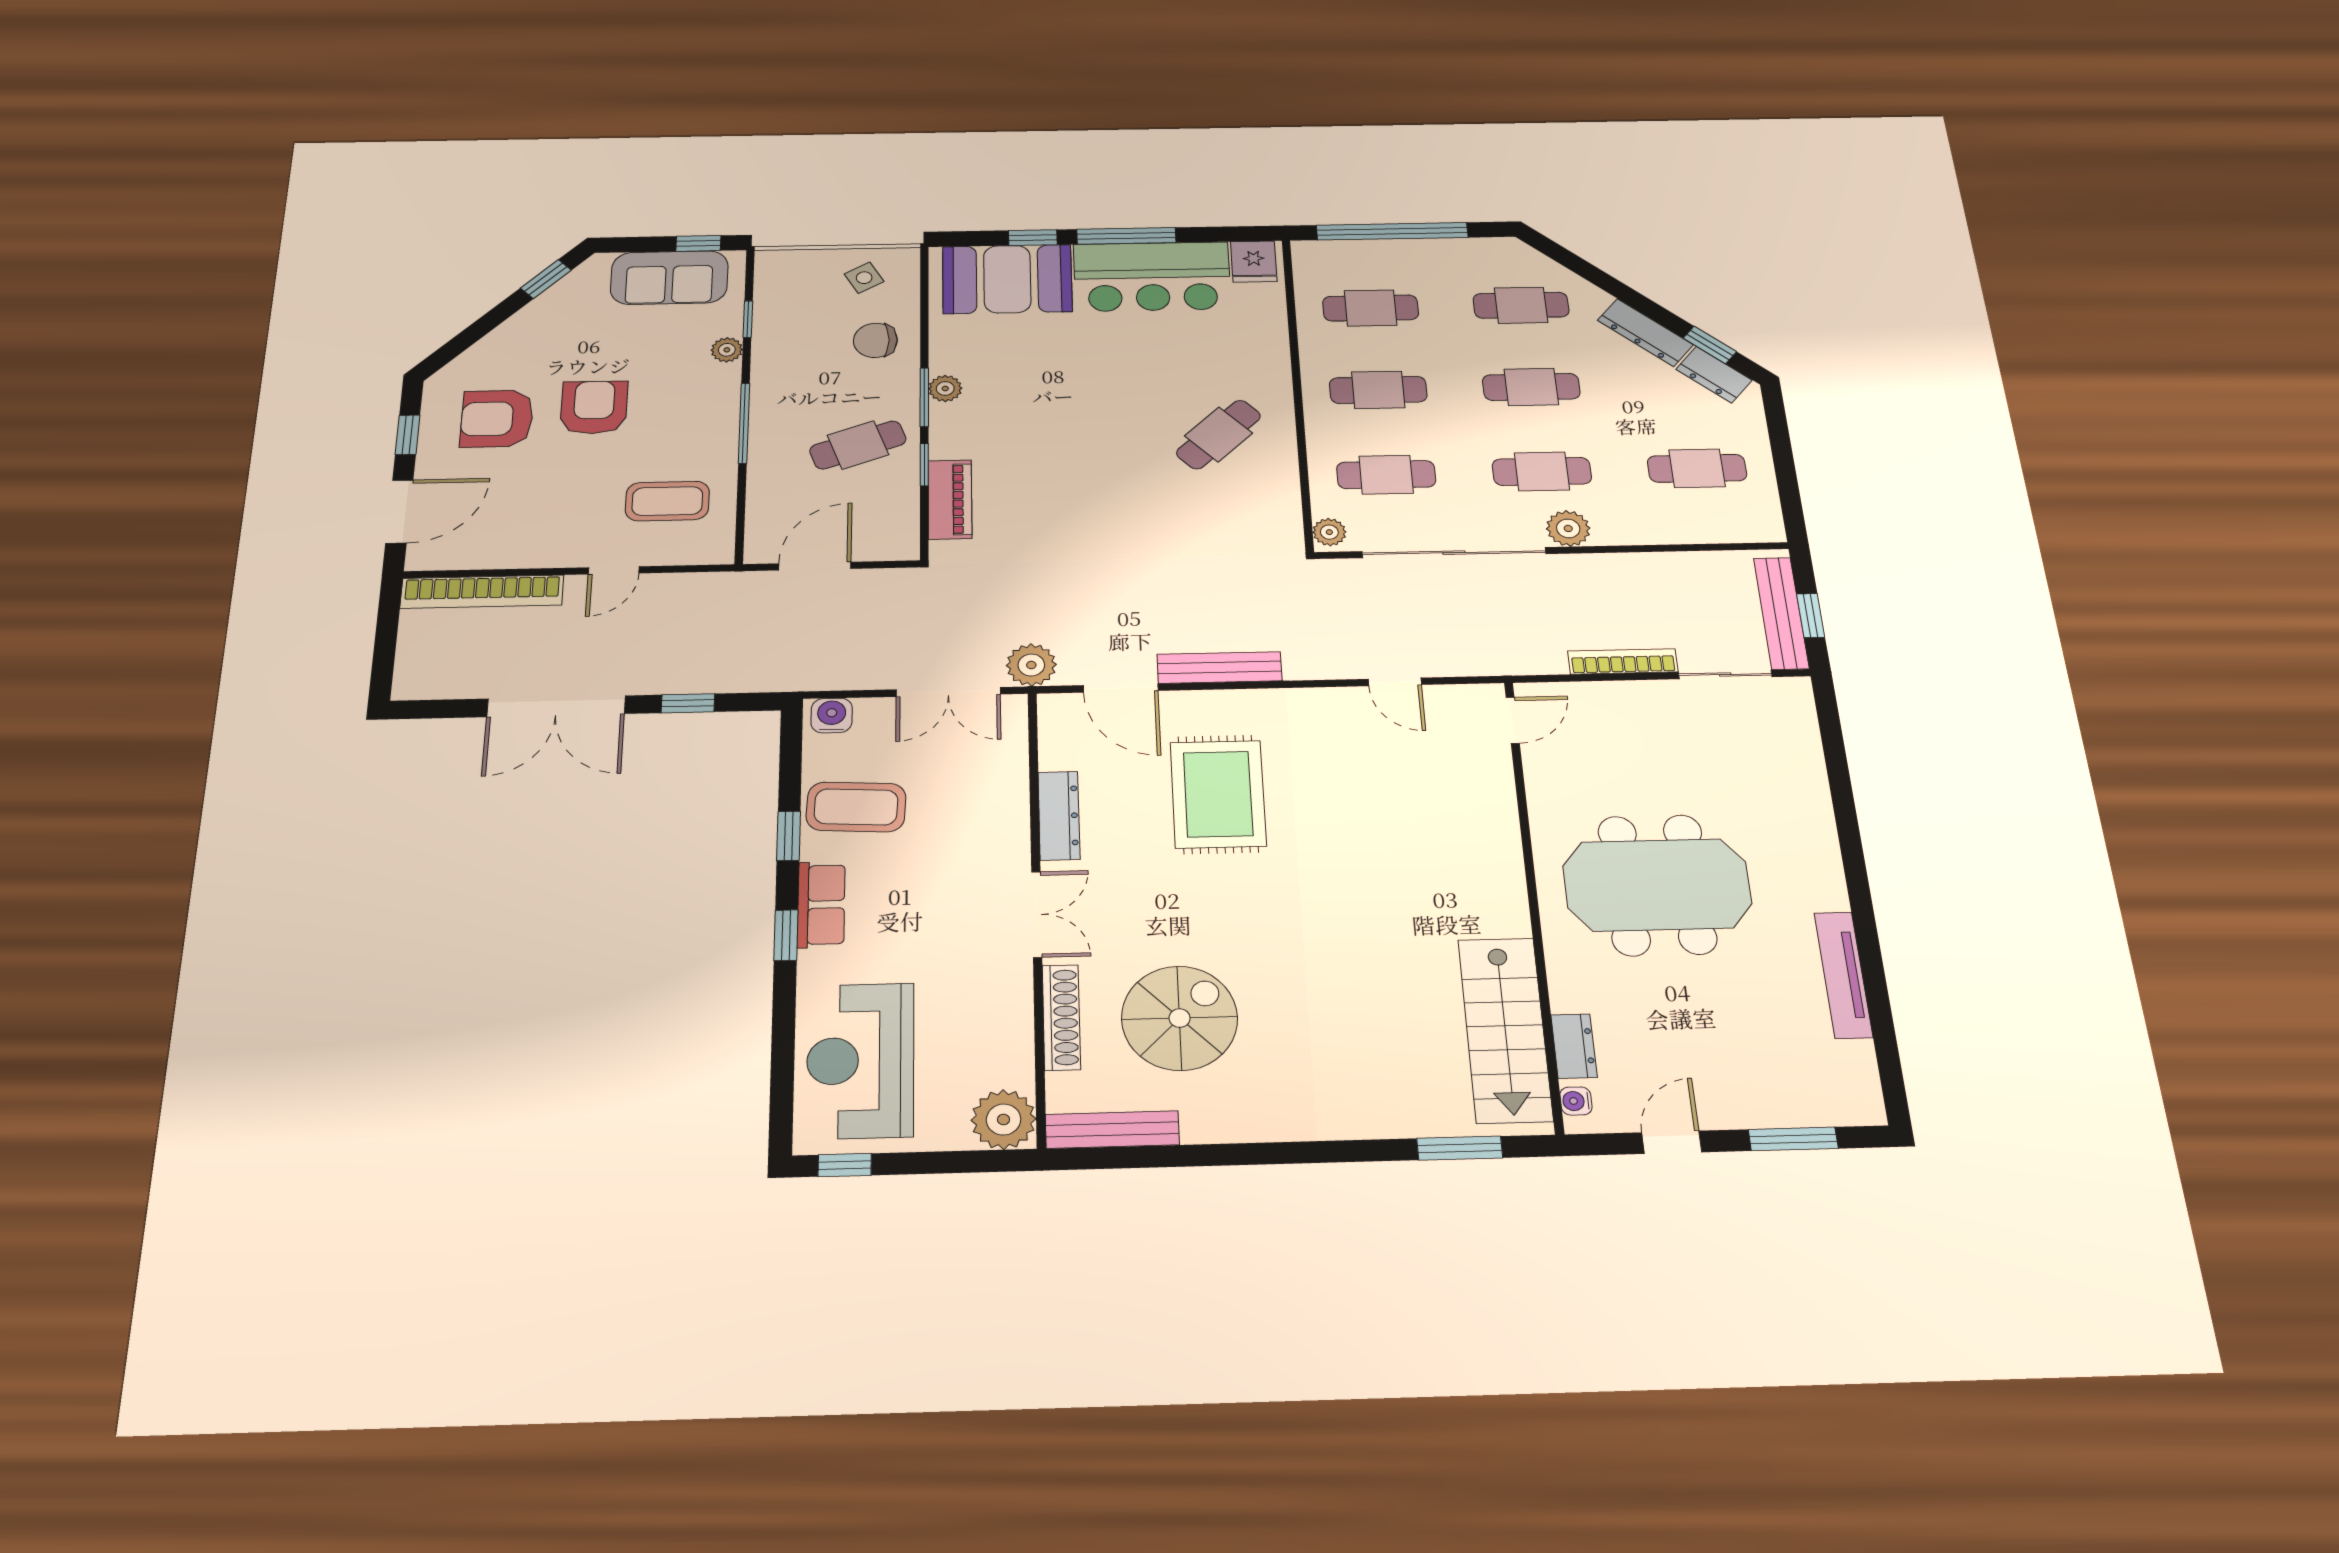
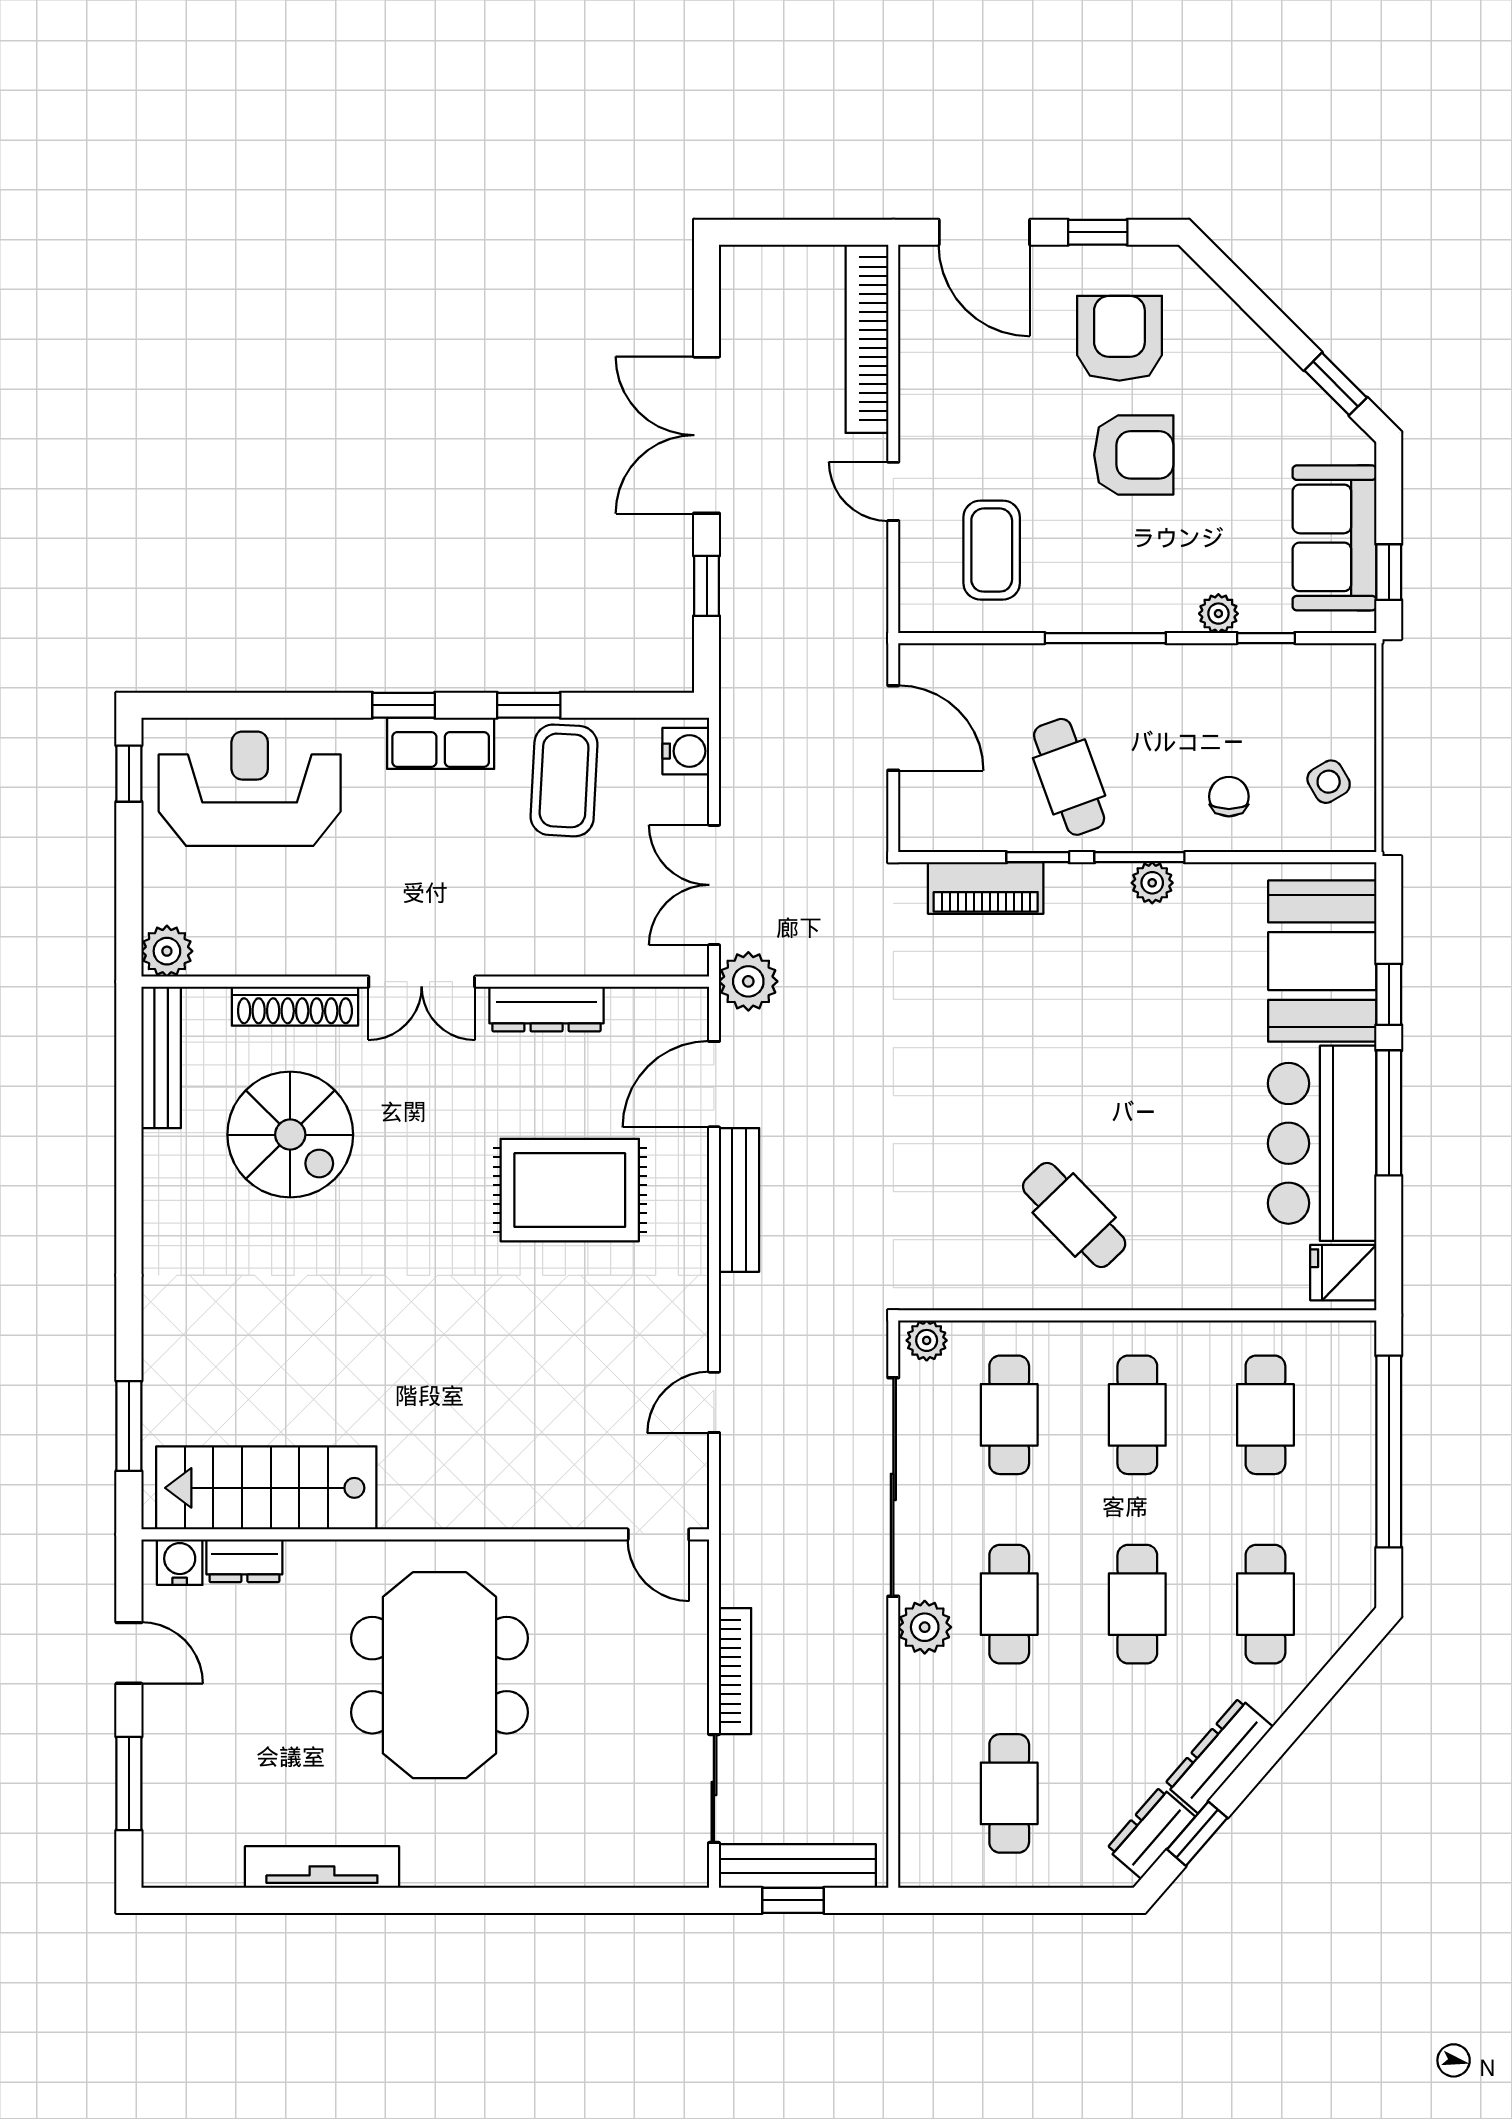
chair: (875, 340) -> (1229, 797), width x0.73, depth x0.73
water cooler: (1576, 1101) -> (180, 1562), width x1.38, depth x1.38
plant: (1003, 1119) -> (167, 951), width x0.73, depth x0.73

